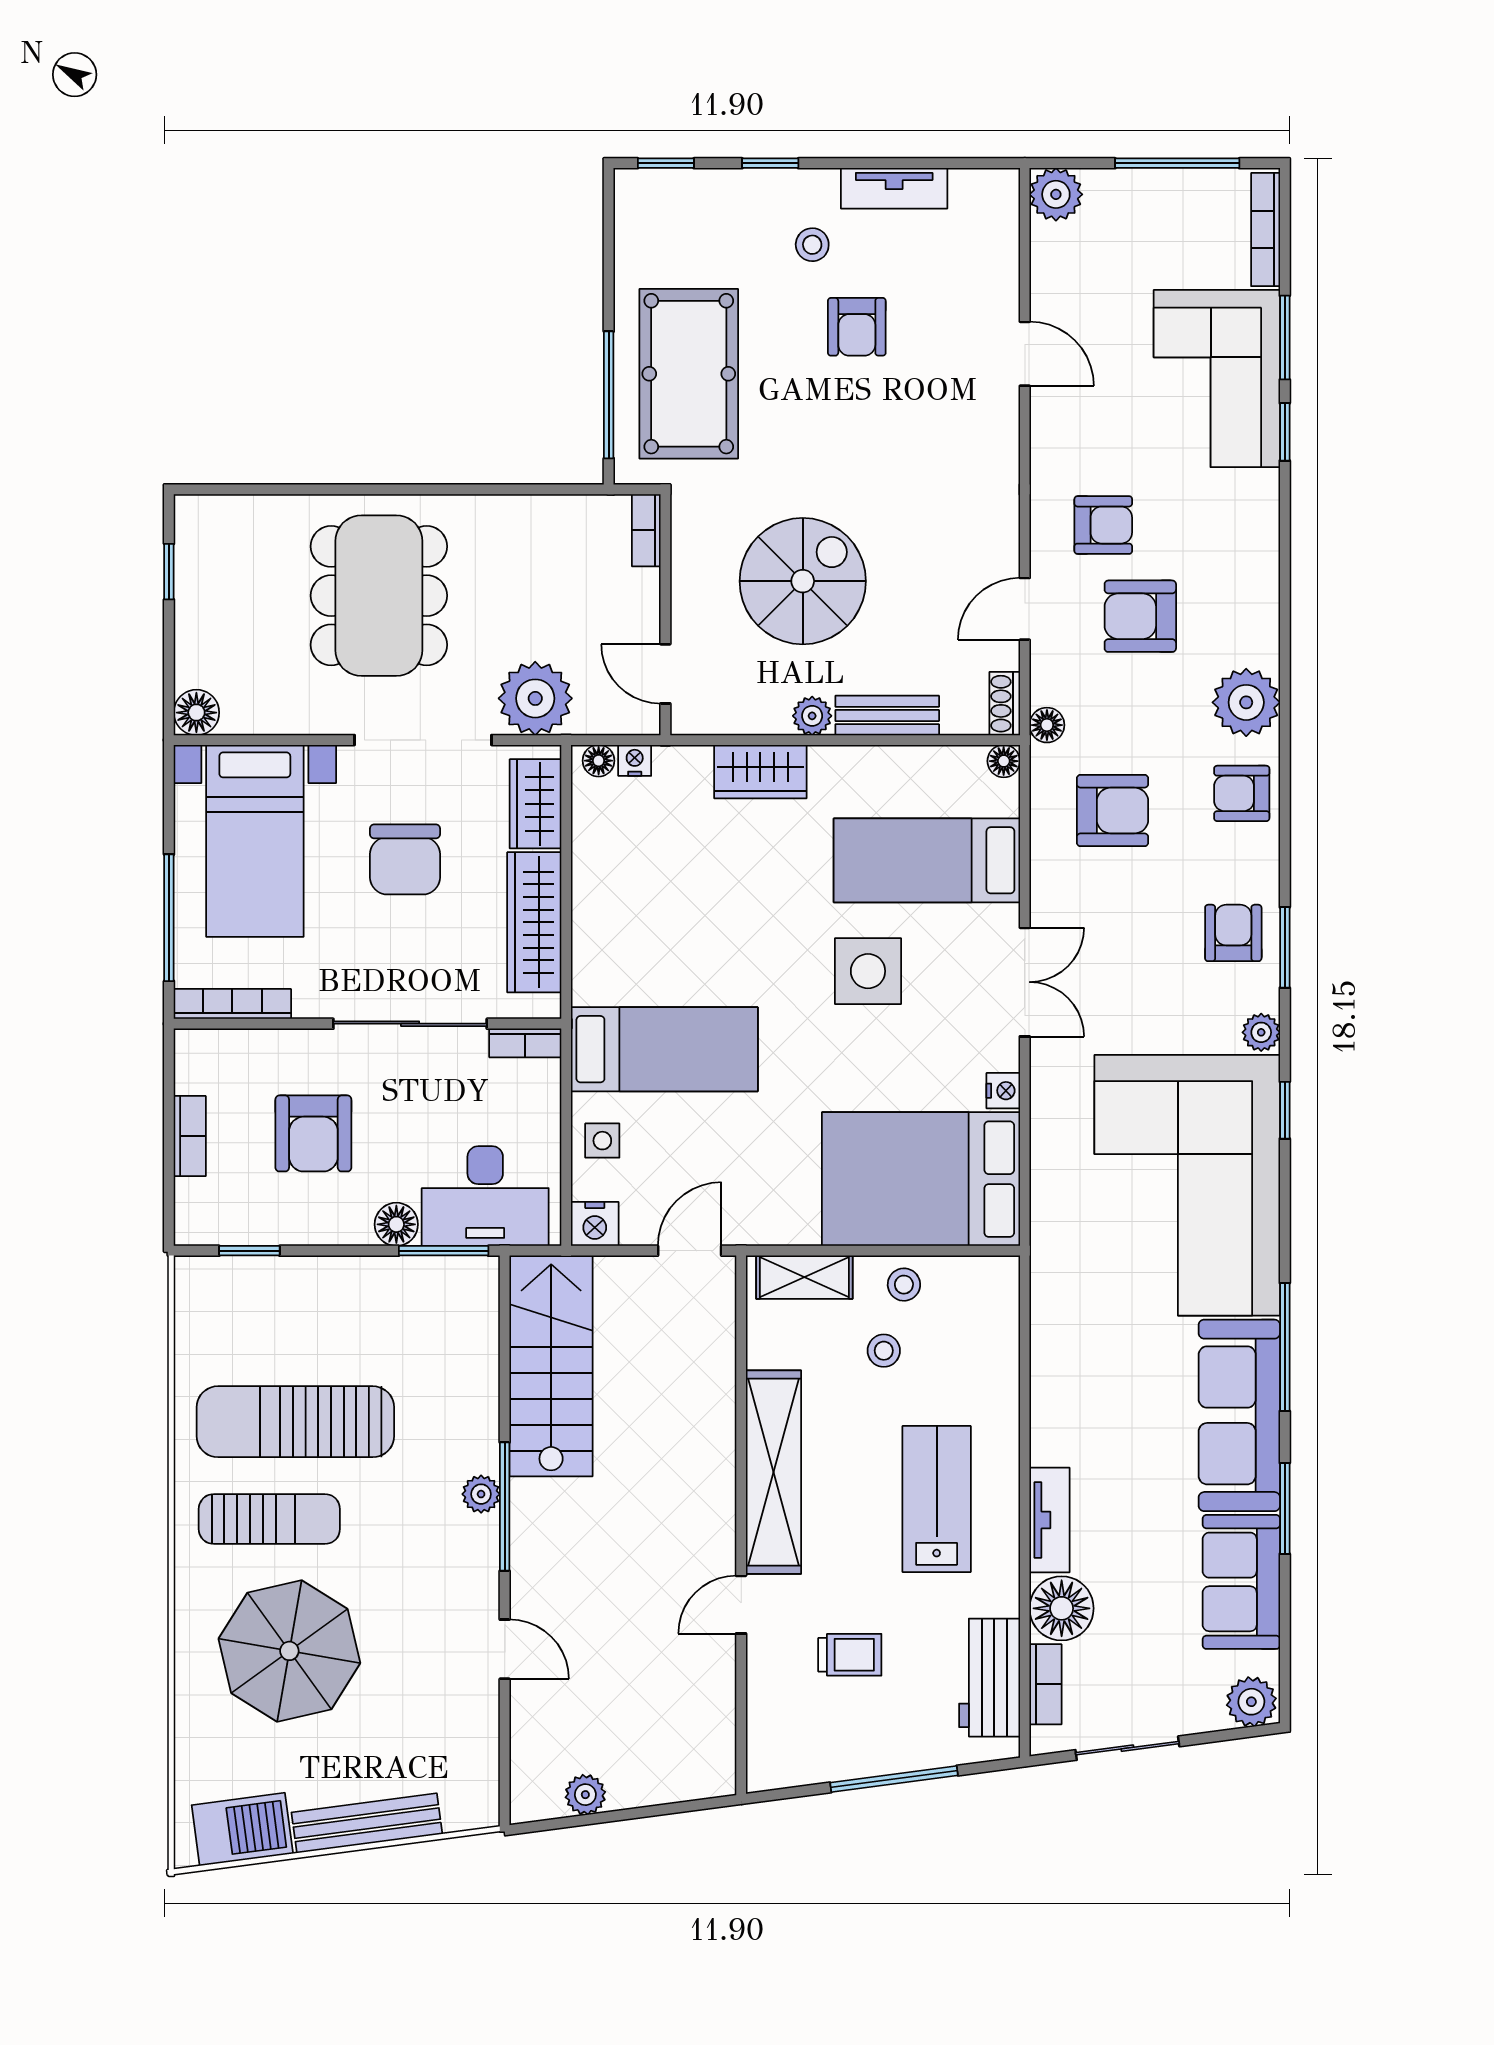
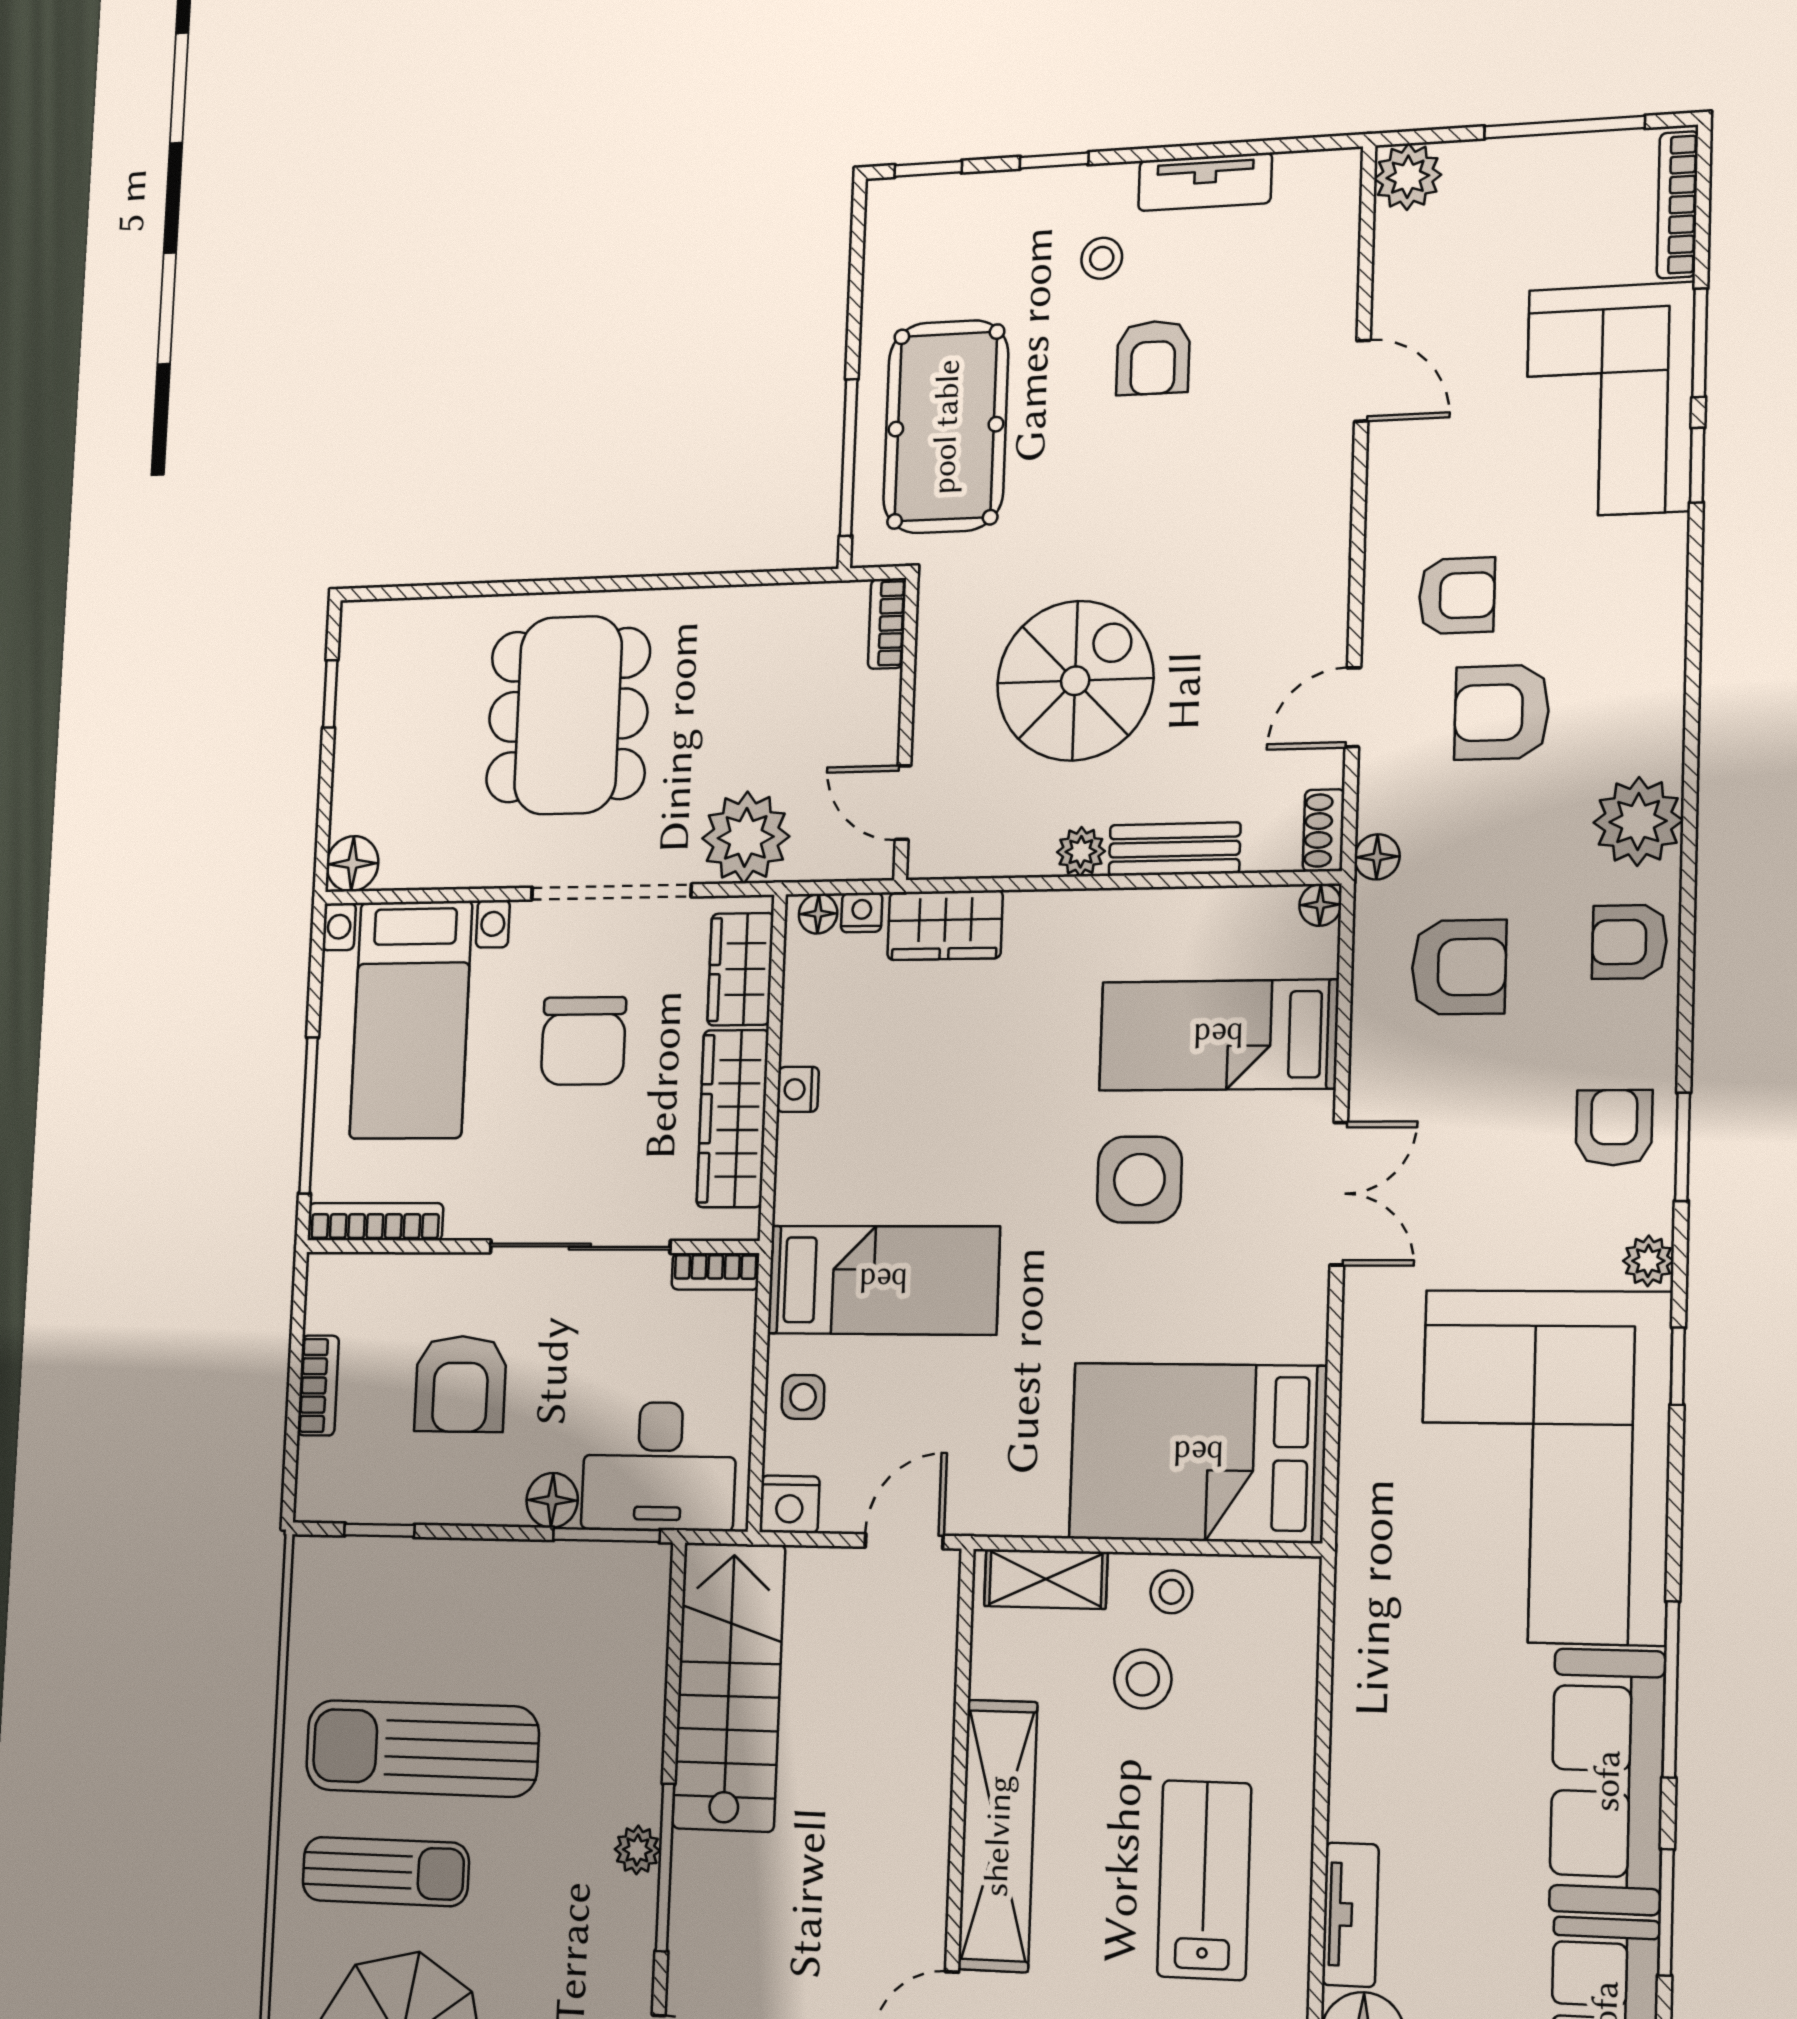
wardrobe: (760, 772) -> (945, 925), moved
nightstand: (1003, 1091) -> (798, 1089), moved, turned 180
stool: (884, 1351) -> (1143, 1679), width x1.37, depth x1.37

